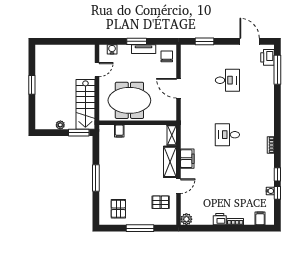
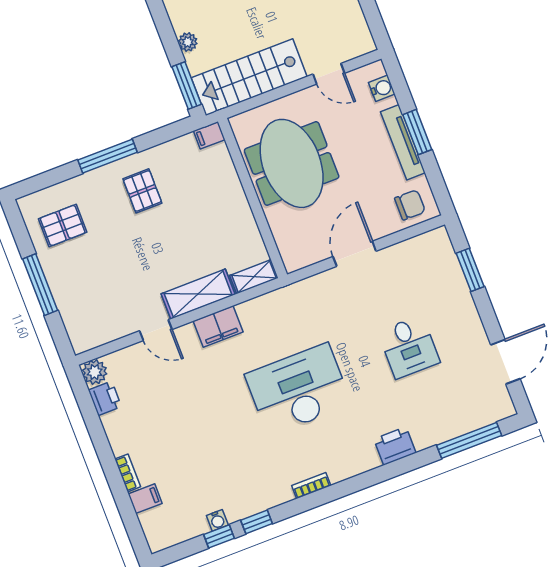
tv unit: (144, 49) -> (403, 142), width x1.41
printer: (268, 57) -> (395, 446), moved
filing cabinet: (119, 131) -> (209, 135), moved
desk: (227, 135) -> (298, 389), width x1.87, depth x1.30
pallet: (161, 202) -> (142, 191), moved
filing cabinet: (260, 218) -> (145, 499), moved
printer: (220, 219) -> (105, 398), moved

